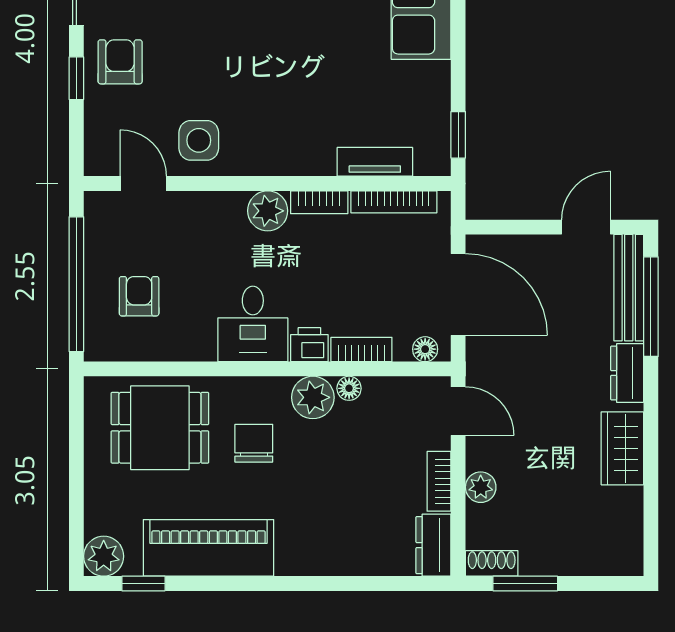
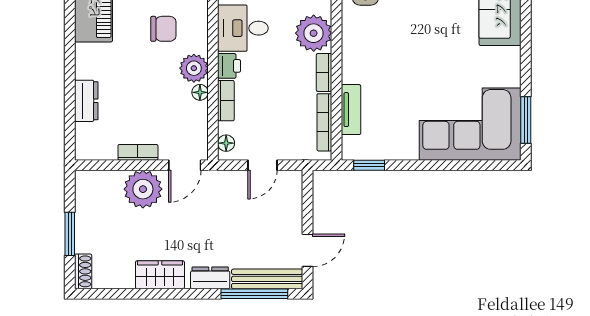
plant: (268, 211) -> (314, 33), width x1.36, depth x1.36
door: (586, 227) -> (307, 250), hinge flipped
door: (458, 295) -> (263, 165), width x0.53
plant: (481, 487) -> (143, 189), width x1.87, depth x1.87
dresser: (433, 545) -> (86, 101), moved, turned 90
shoe rack: (492, 563) -> (83, 271), moved
window: (525, 583) -> (70, 234), moved

